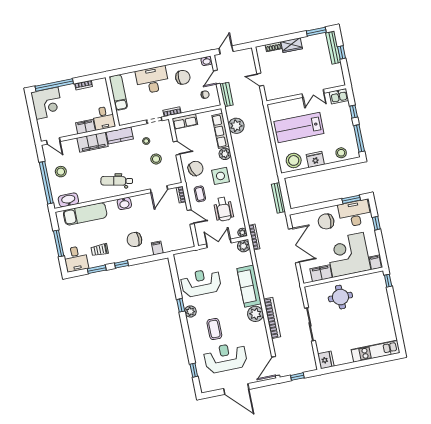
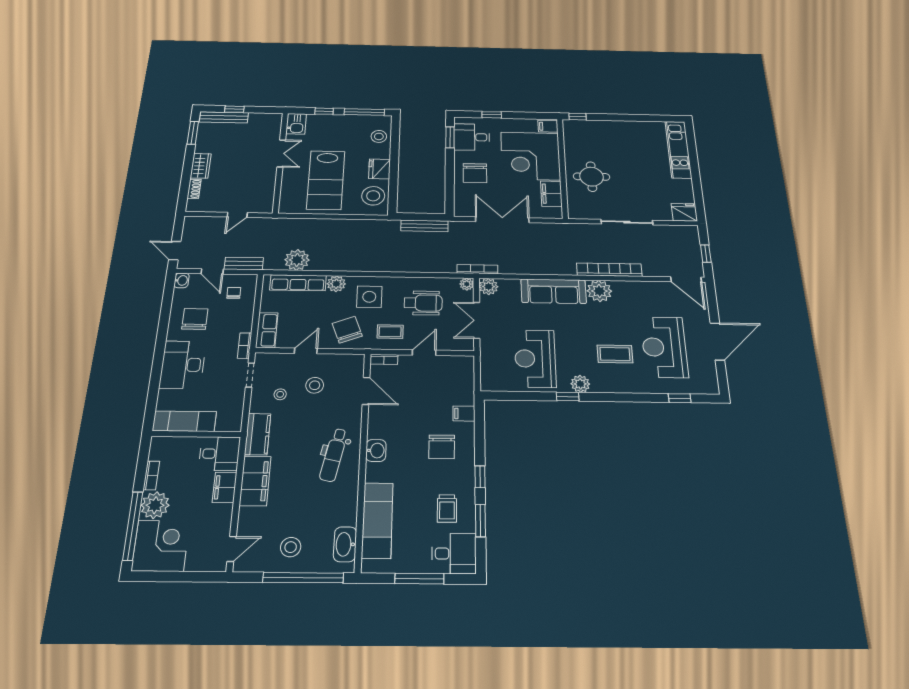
plant: (68, 93) -> (155, 505), added
desk: (355, 214) -> (472, 137), width x0.73

